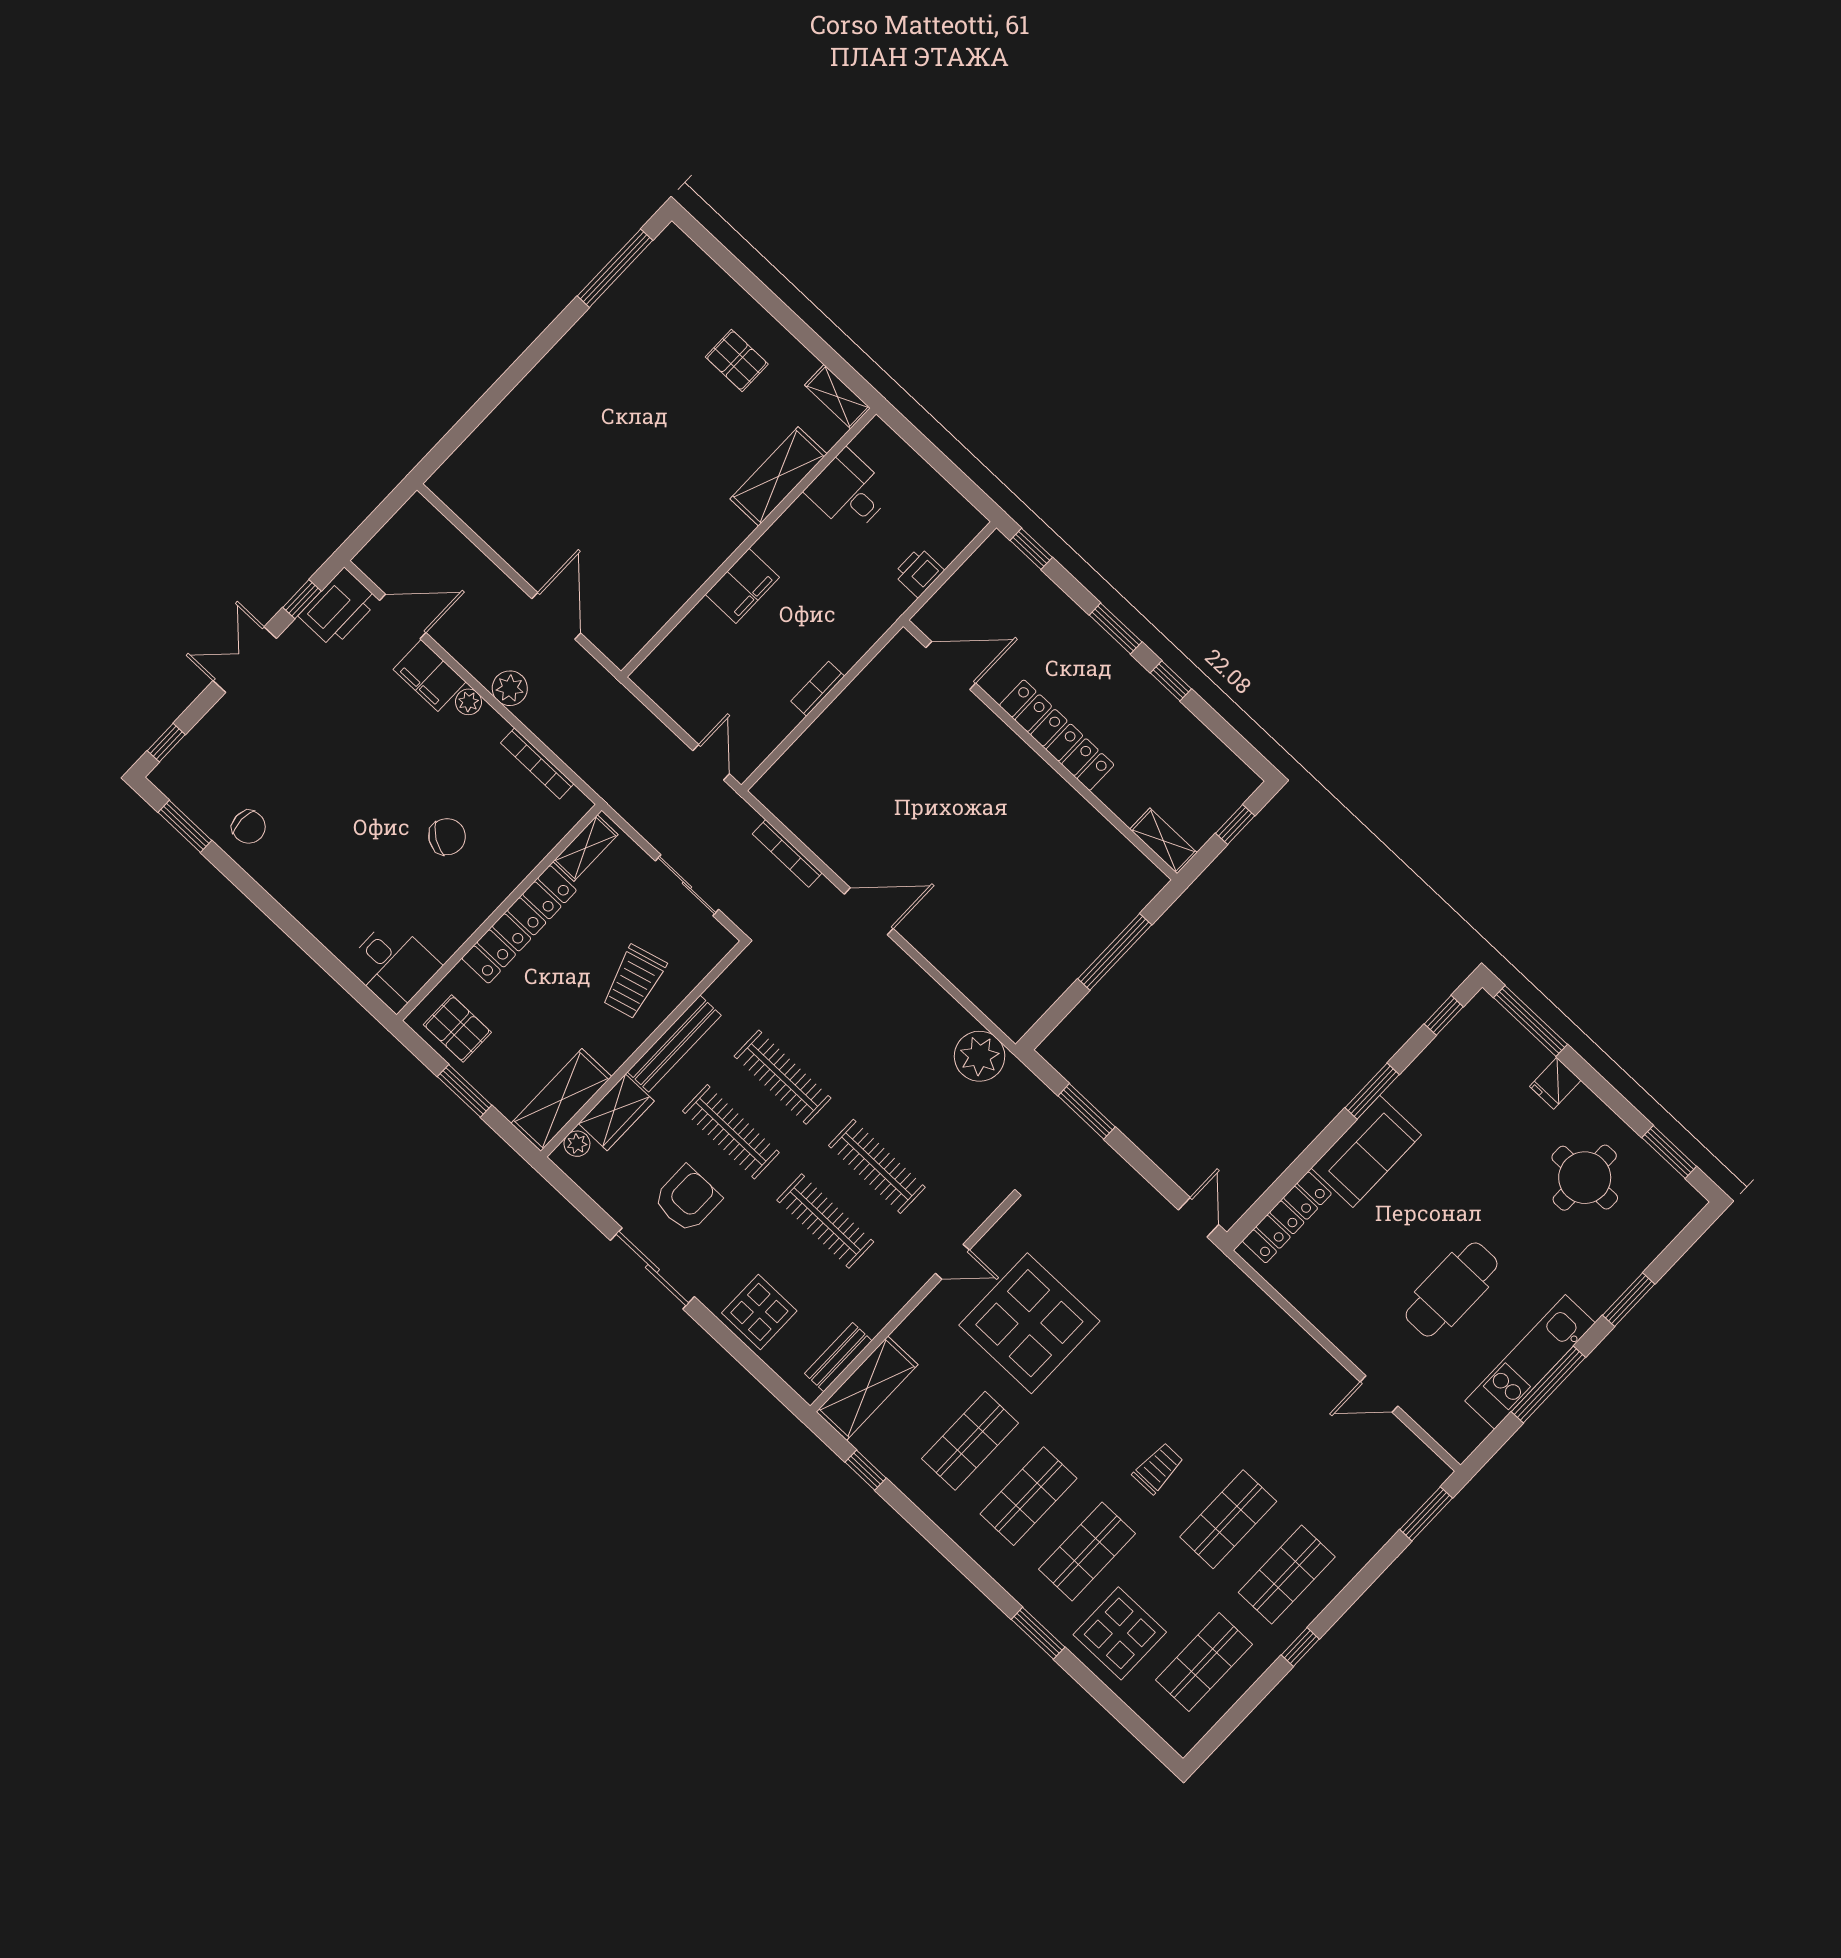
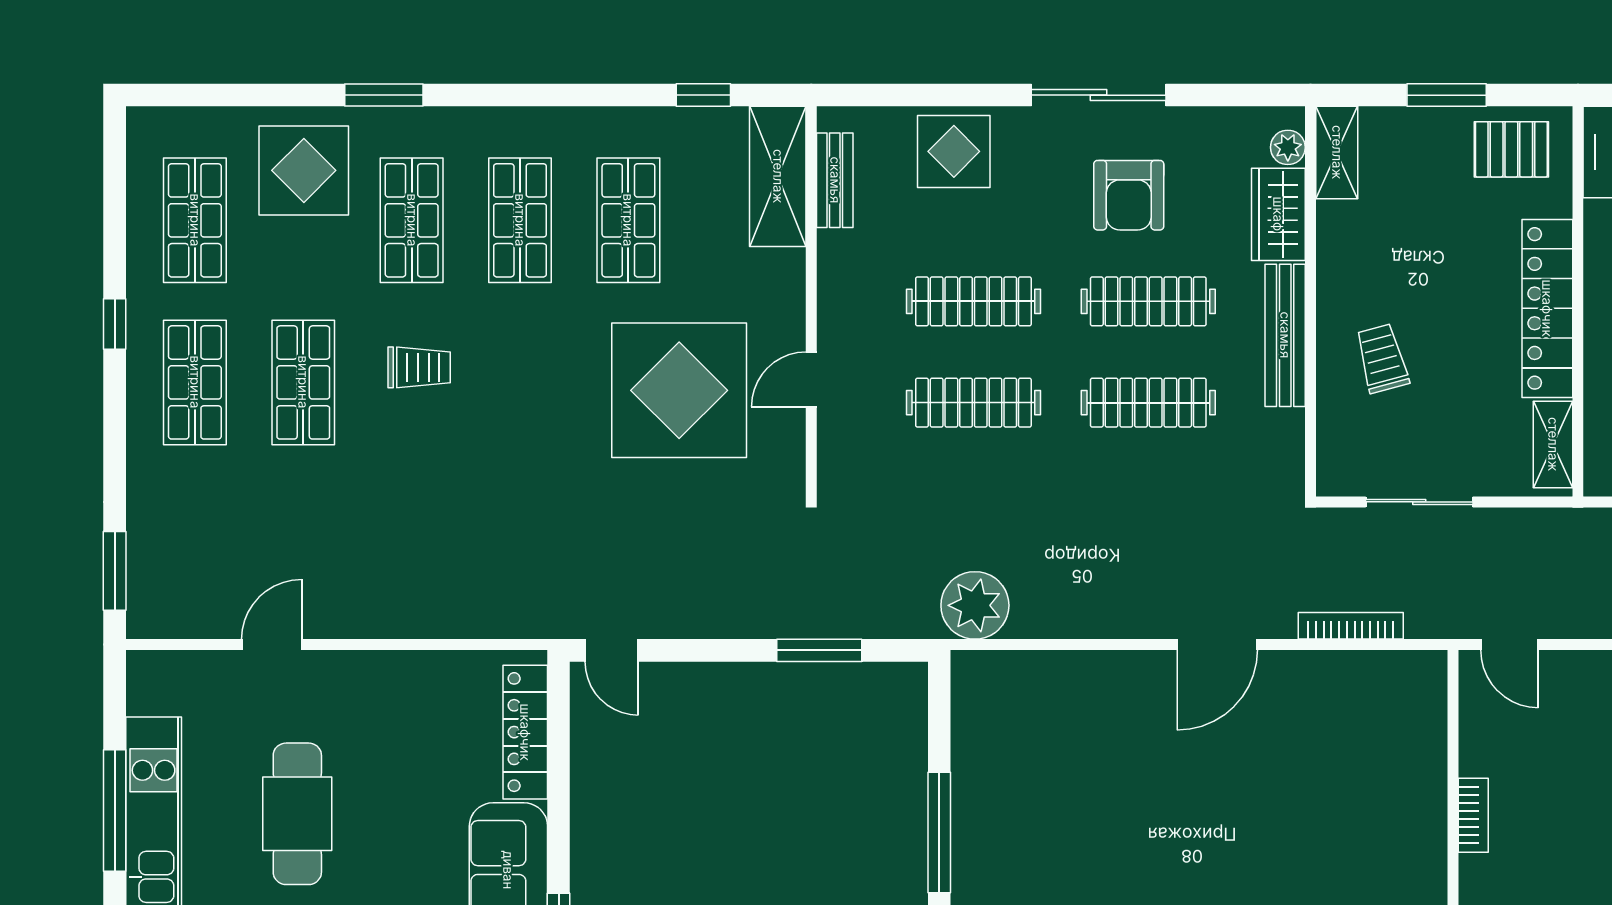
trolley: (634, 982) -> (1382, 358), width x0.73, depth x0.72
shelving: (561, 1100) -> (1337, 152), width x0.67, depth x0.75
trolley: (1158, 1468) -> (419, 367), turned -90

